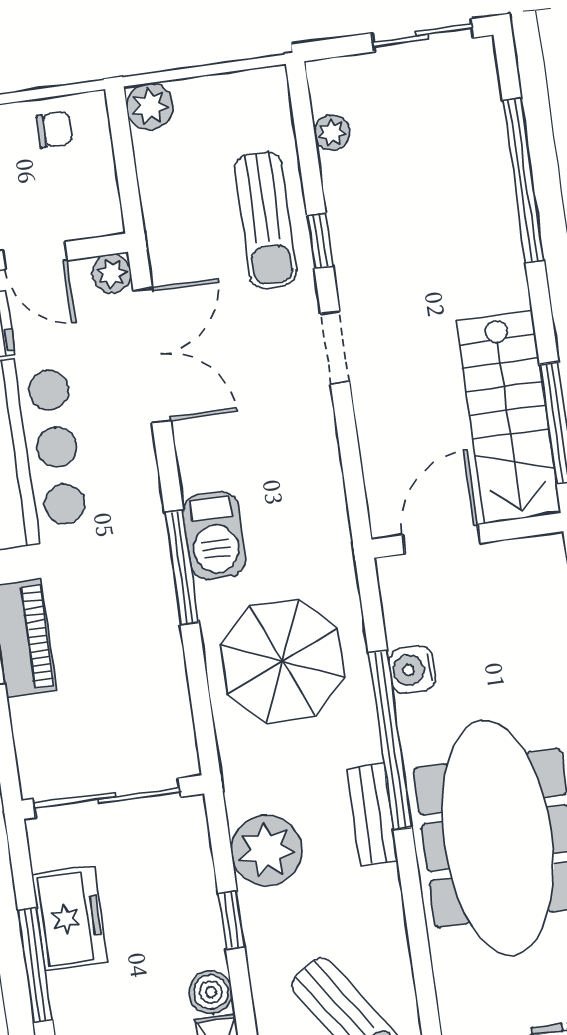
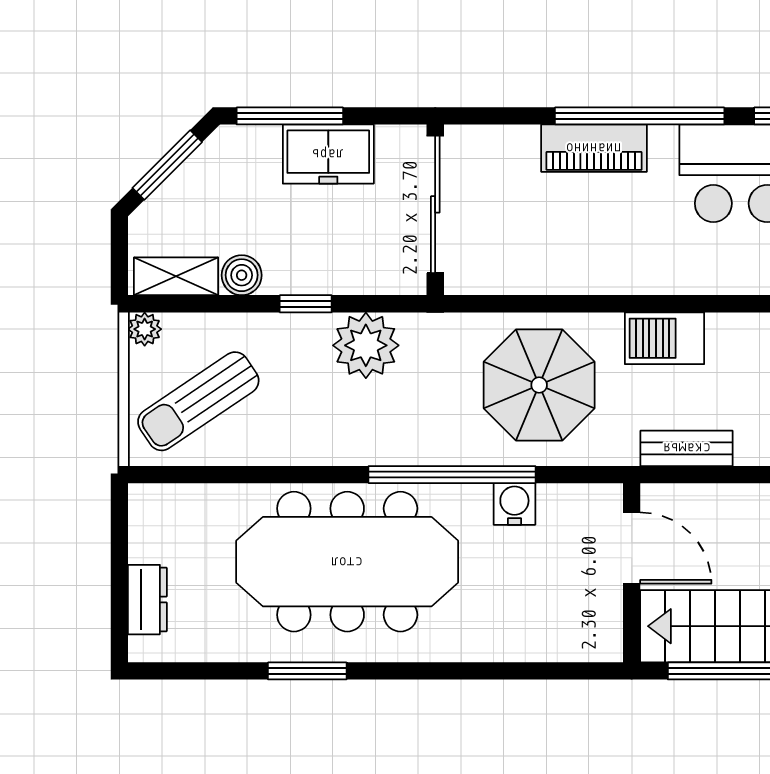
window: (182, 567) -> (639, 304), removed
bench: (372, 815) -> (687, 448), moved

